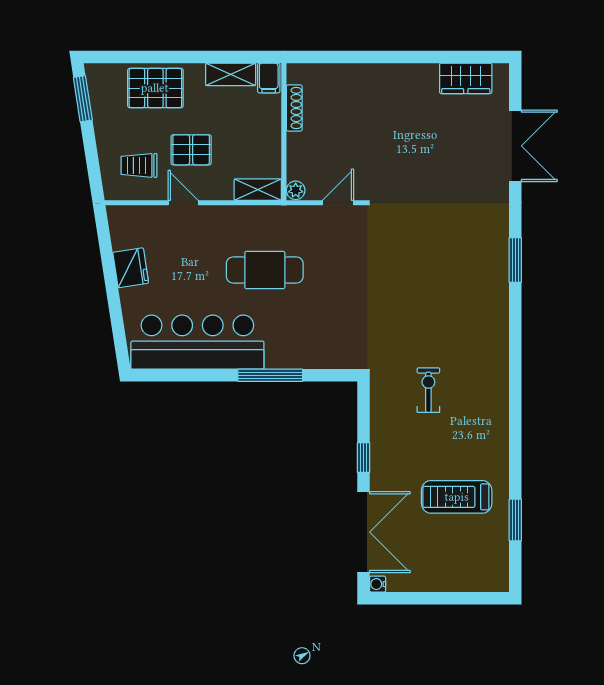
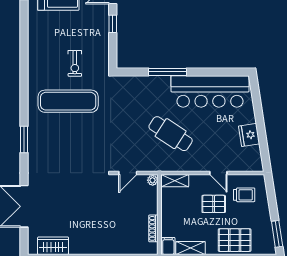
cafe table: (265, 270) -> (171, 134), turned 33
exercise mat: (440, 326) -> (68, 101), added

